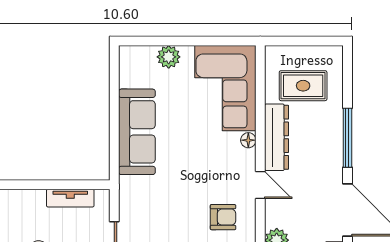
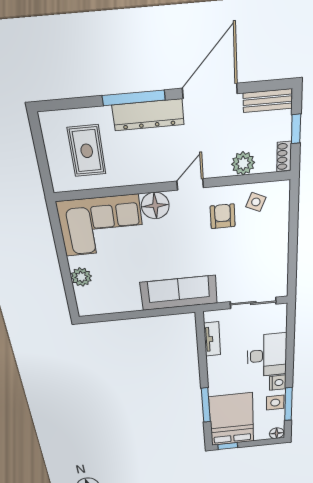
sofa: (137, 132) -> (179, 293), moved
dresser: (277, 137) -> (148, 115), moved, turned 180
floor lamp: (248, 140) -> (155, 206), width x1.89, depth x1.89

